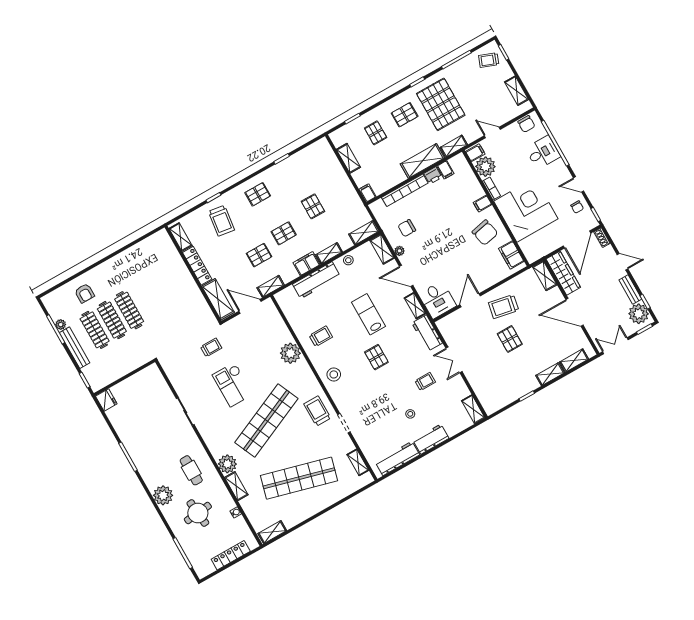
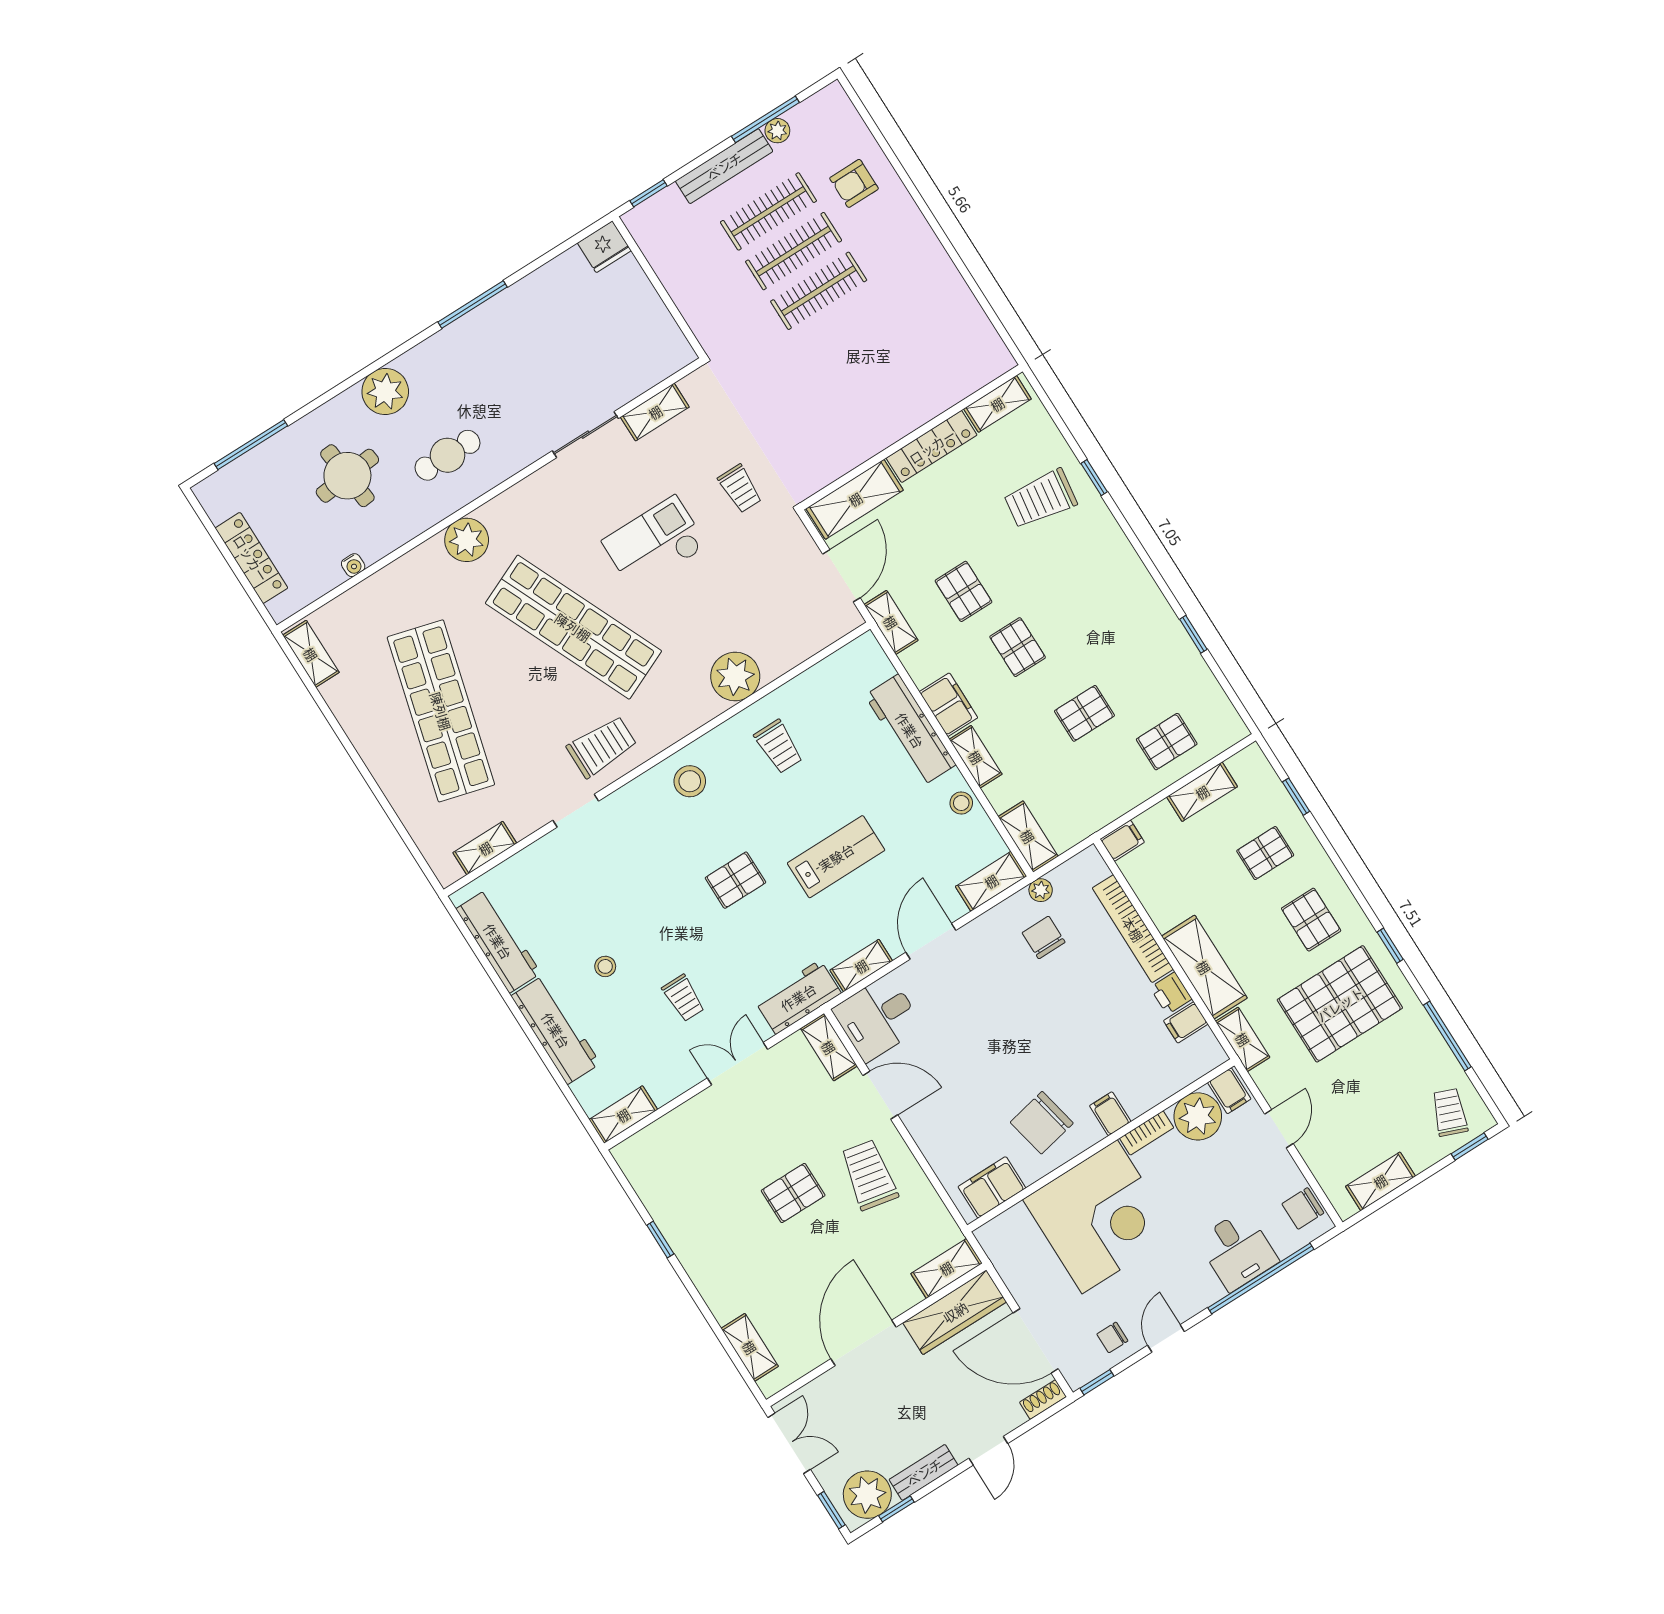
pallet: (258, 194) -> (1167, 742), moved, turned 90
plant: (399, 251) -> (1041, 890), moved
shelving: (550, 374) -> (829, 1047), moved
workbench: (431, 439) -> (556, 1030), width x1.37
shelving: (236, 486) -> (655, 412), moved

